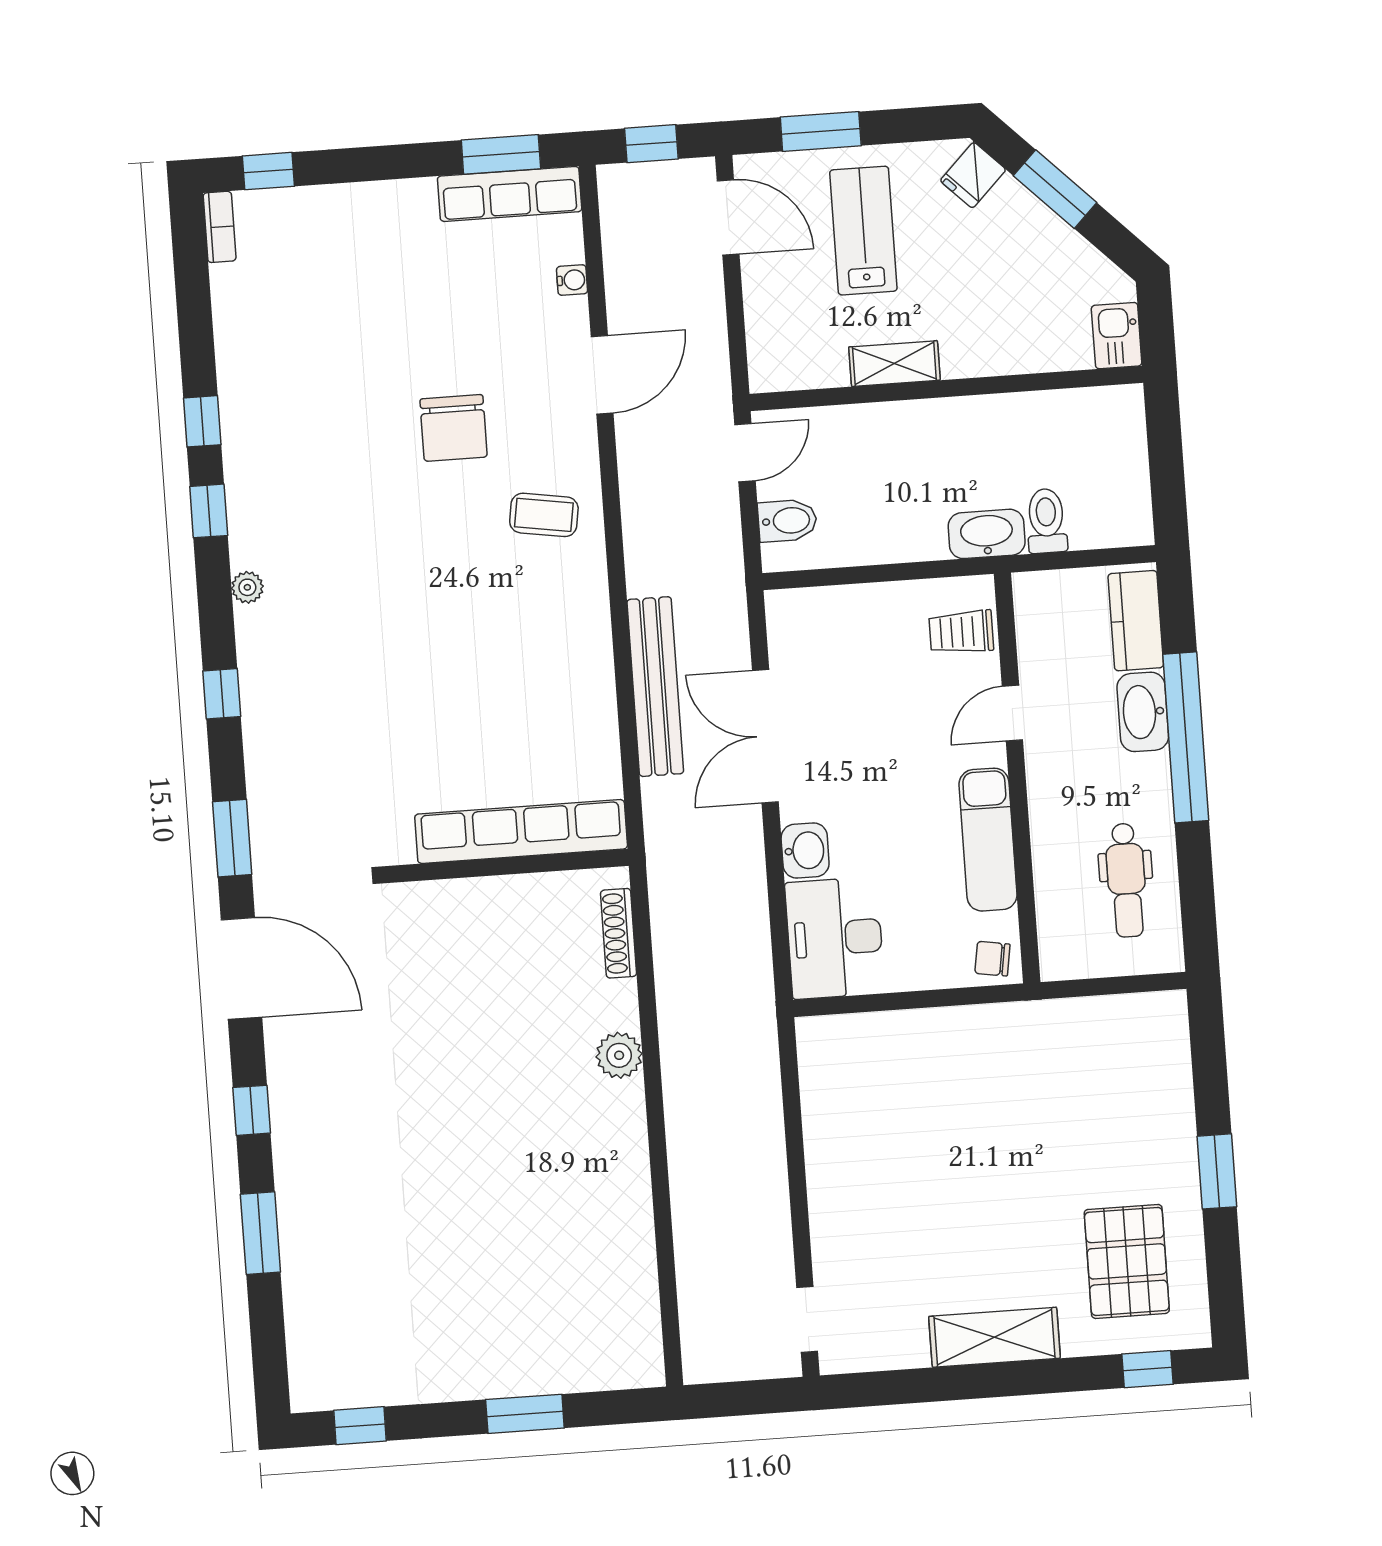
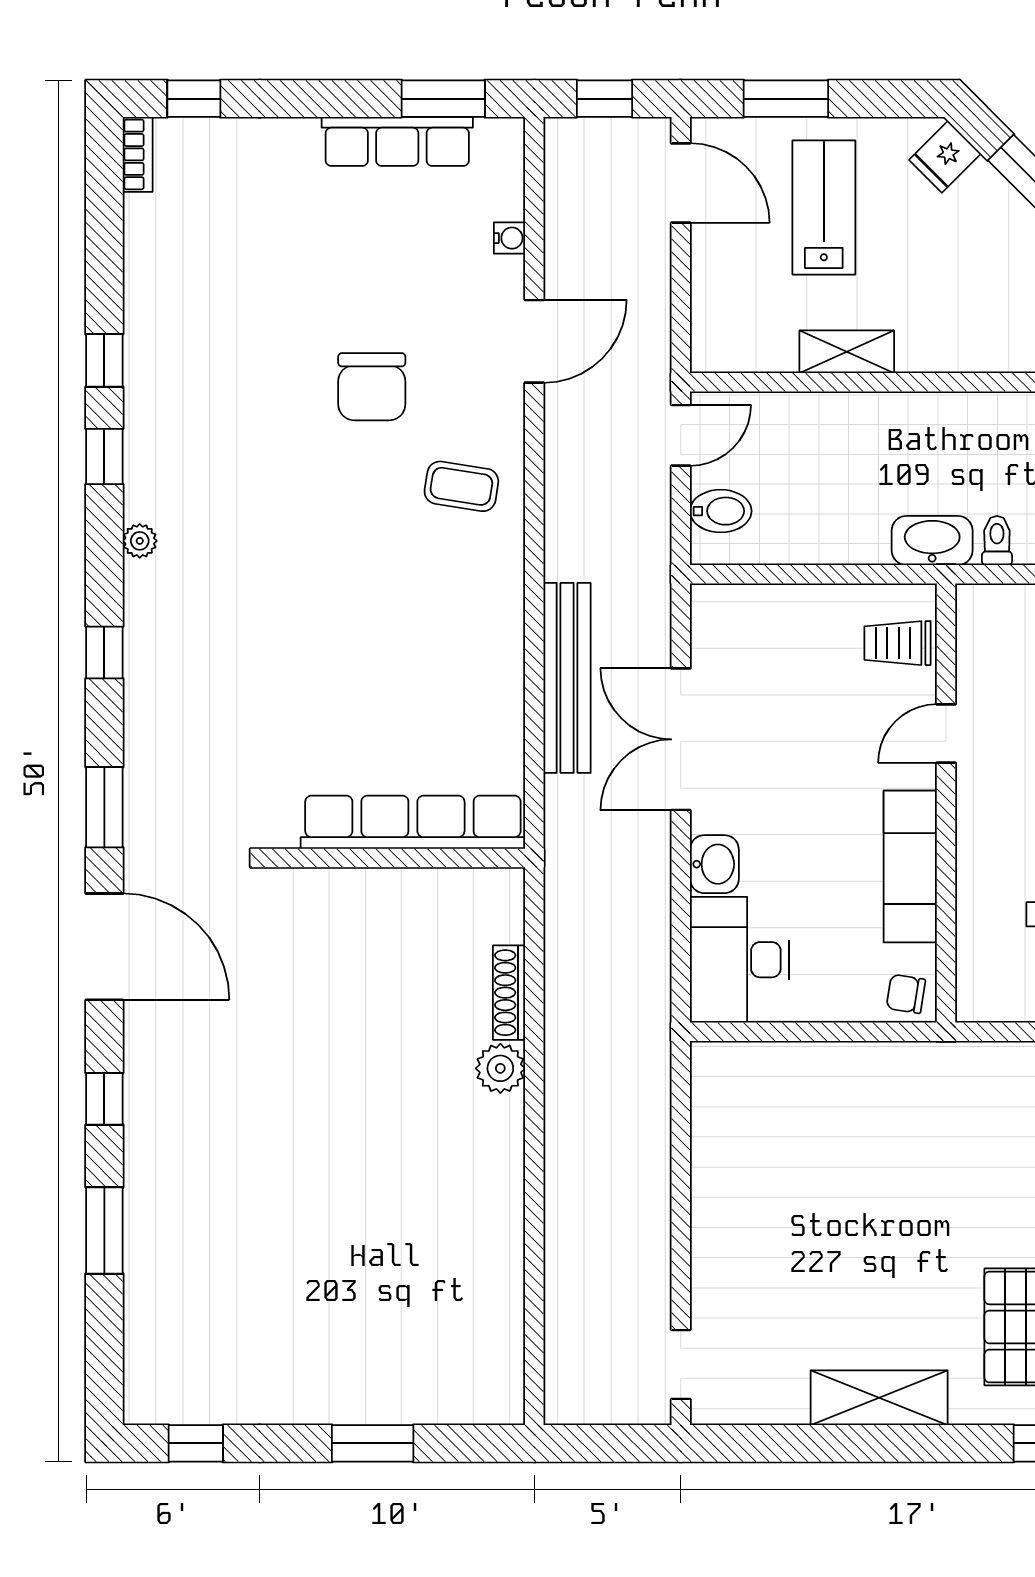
row of seats: (510, 194) -> (397, 141), moved
toilet: (1046, 521) -> (997, 541), width x0.73, depth x0.72
shoe rack: (619, 933) -> (509, 993), moved

